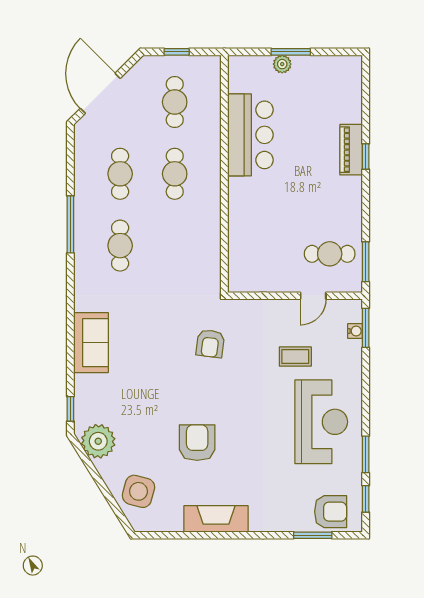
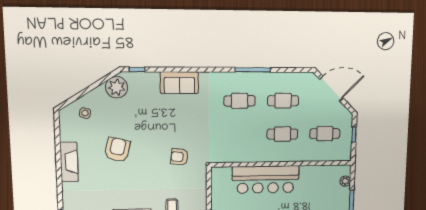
plant: (282, 64) -> (345, 181), moved
bar counter: (250, 135) -> (266, 180), moved, width x1.36
armchair: (197, 443) -> (117, 150), turned -77
side table: (138, 491) -> (85, 113), width x0.54, depth x0.54

